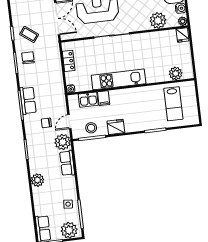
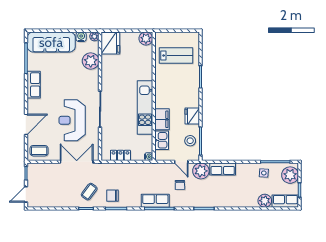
fridge: (182, 35) -> (110, 43), width x1.88, depth x1.34
plant: (176, 73) -> (146, 38), moved
filing cabinet: (104, 98) -> (162, 119), width x2.00
plant: (37, 180) -> (265, 201), moved

